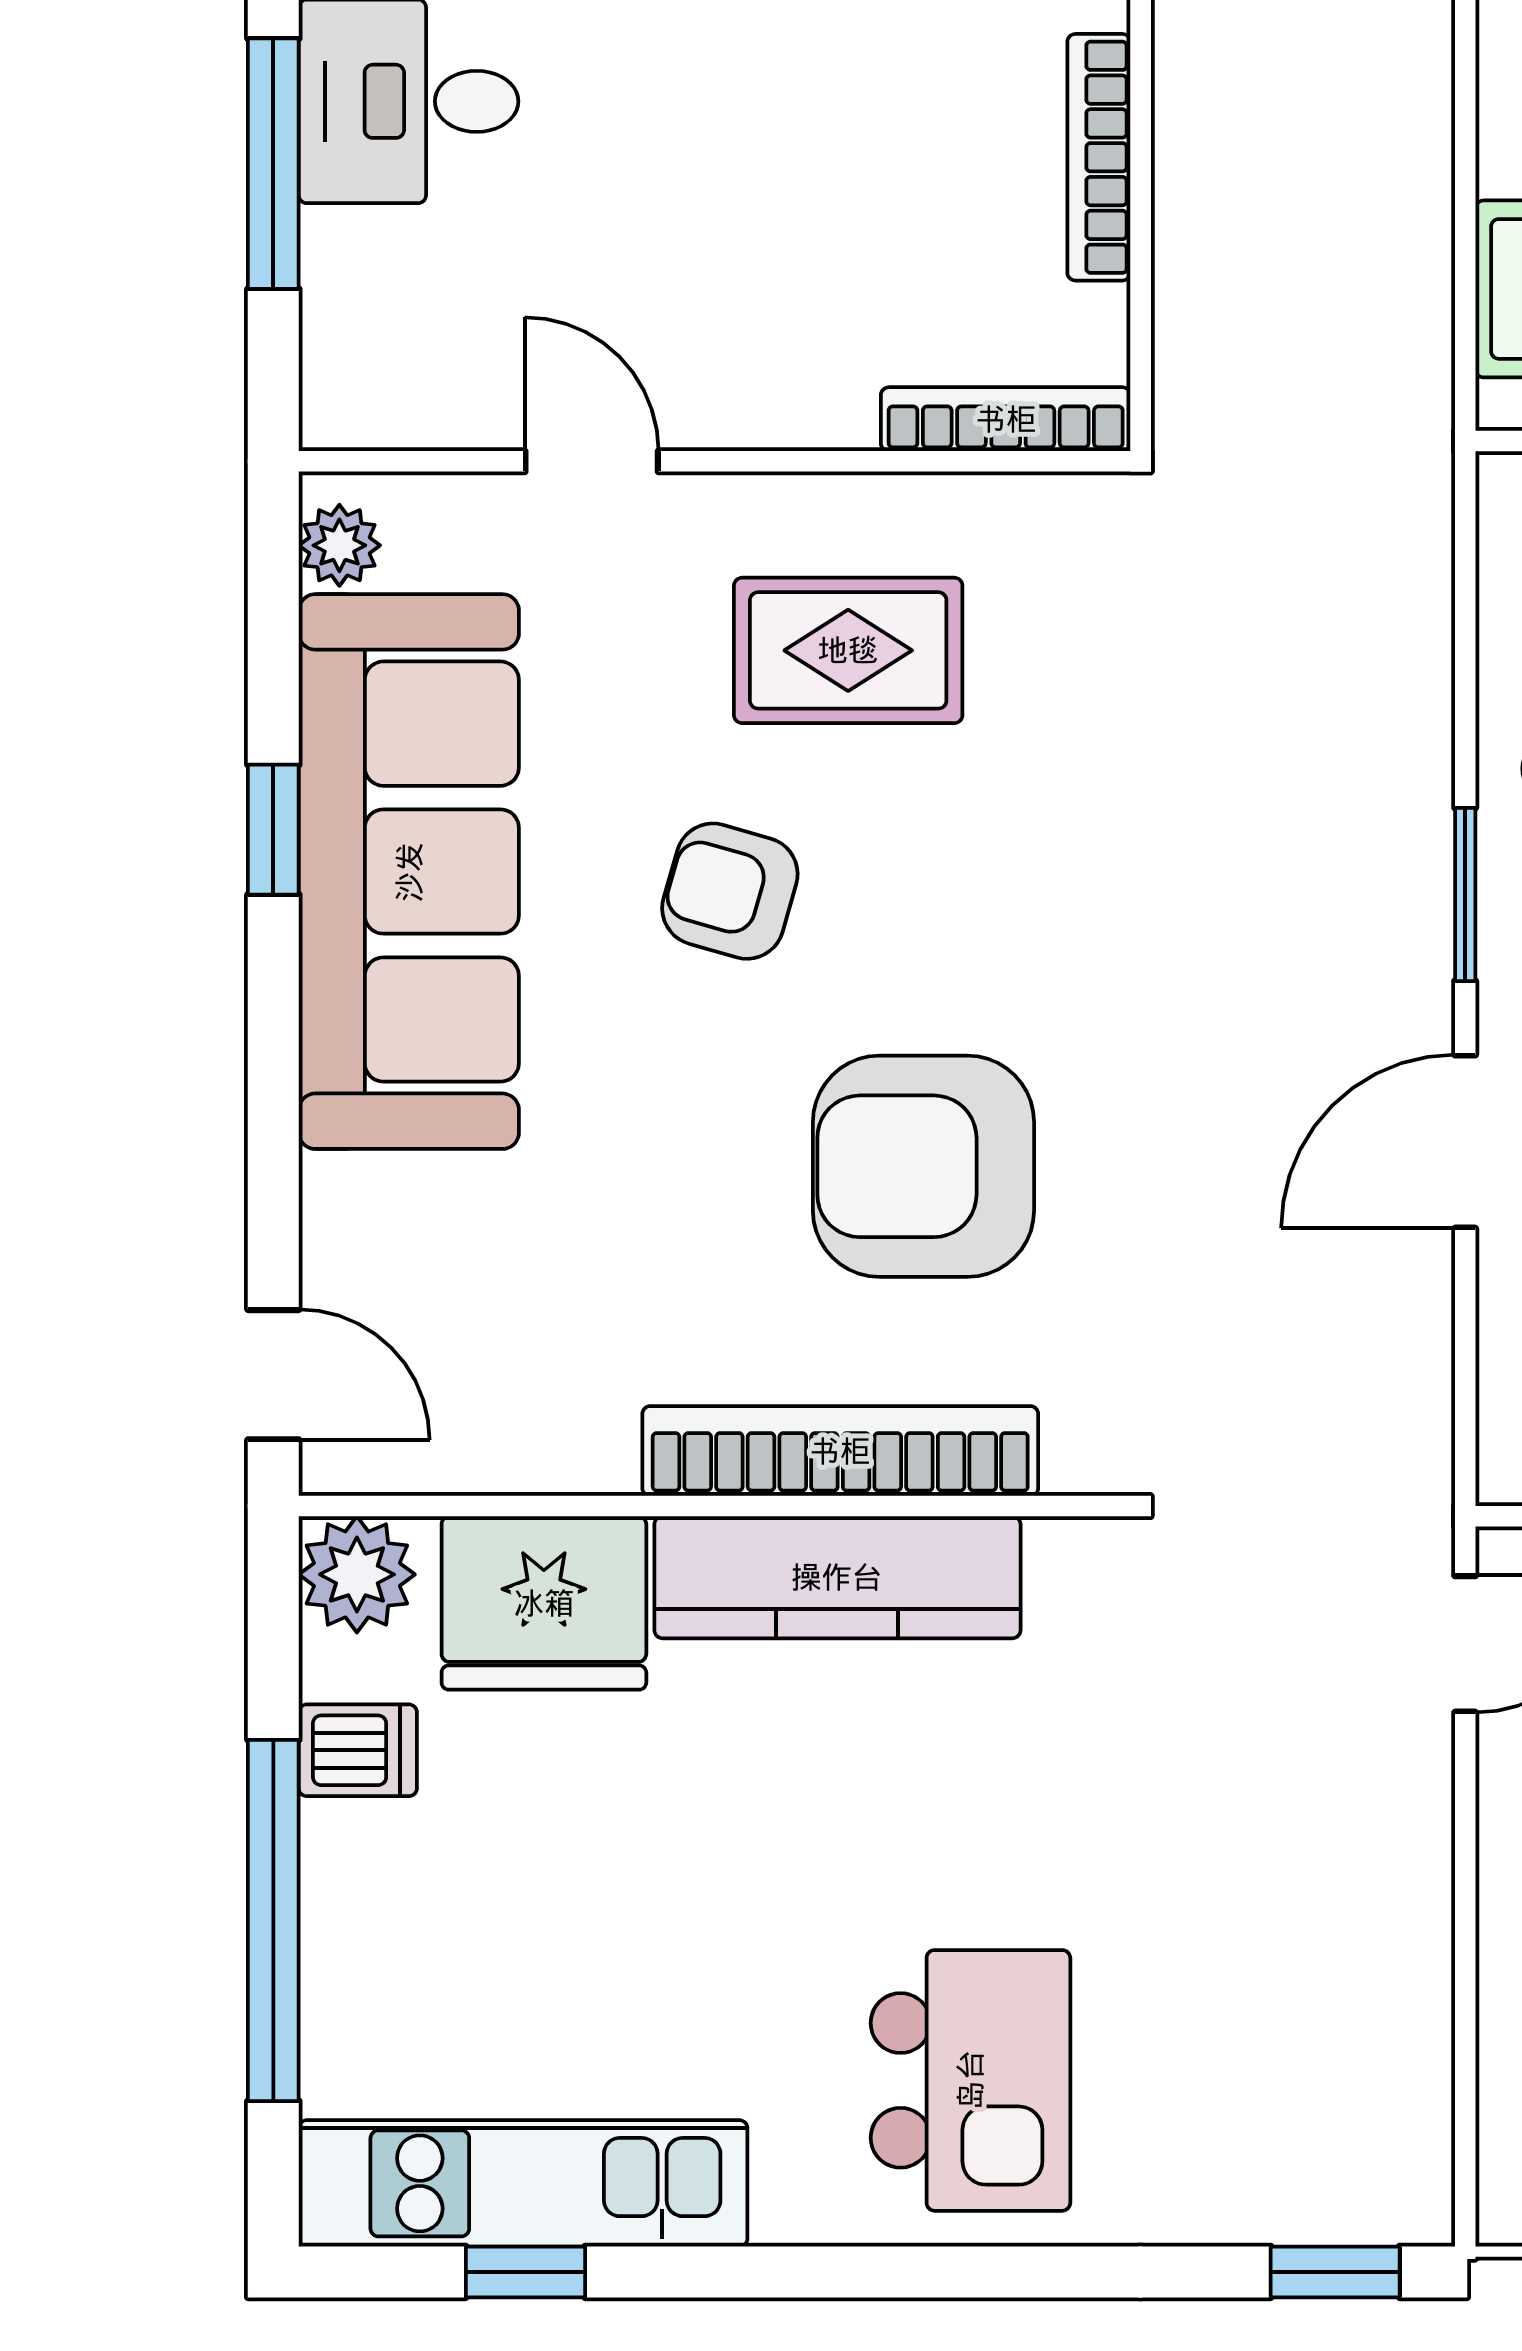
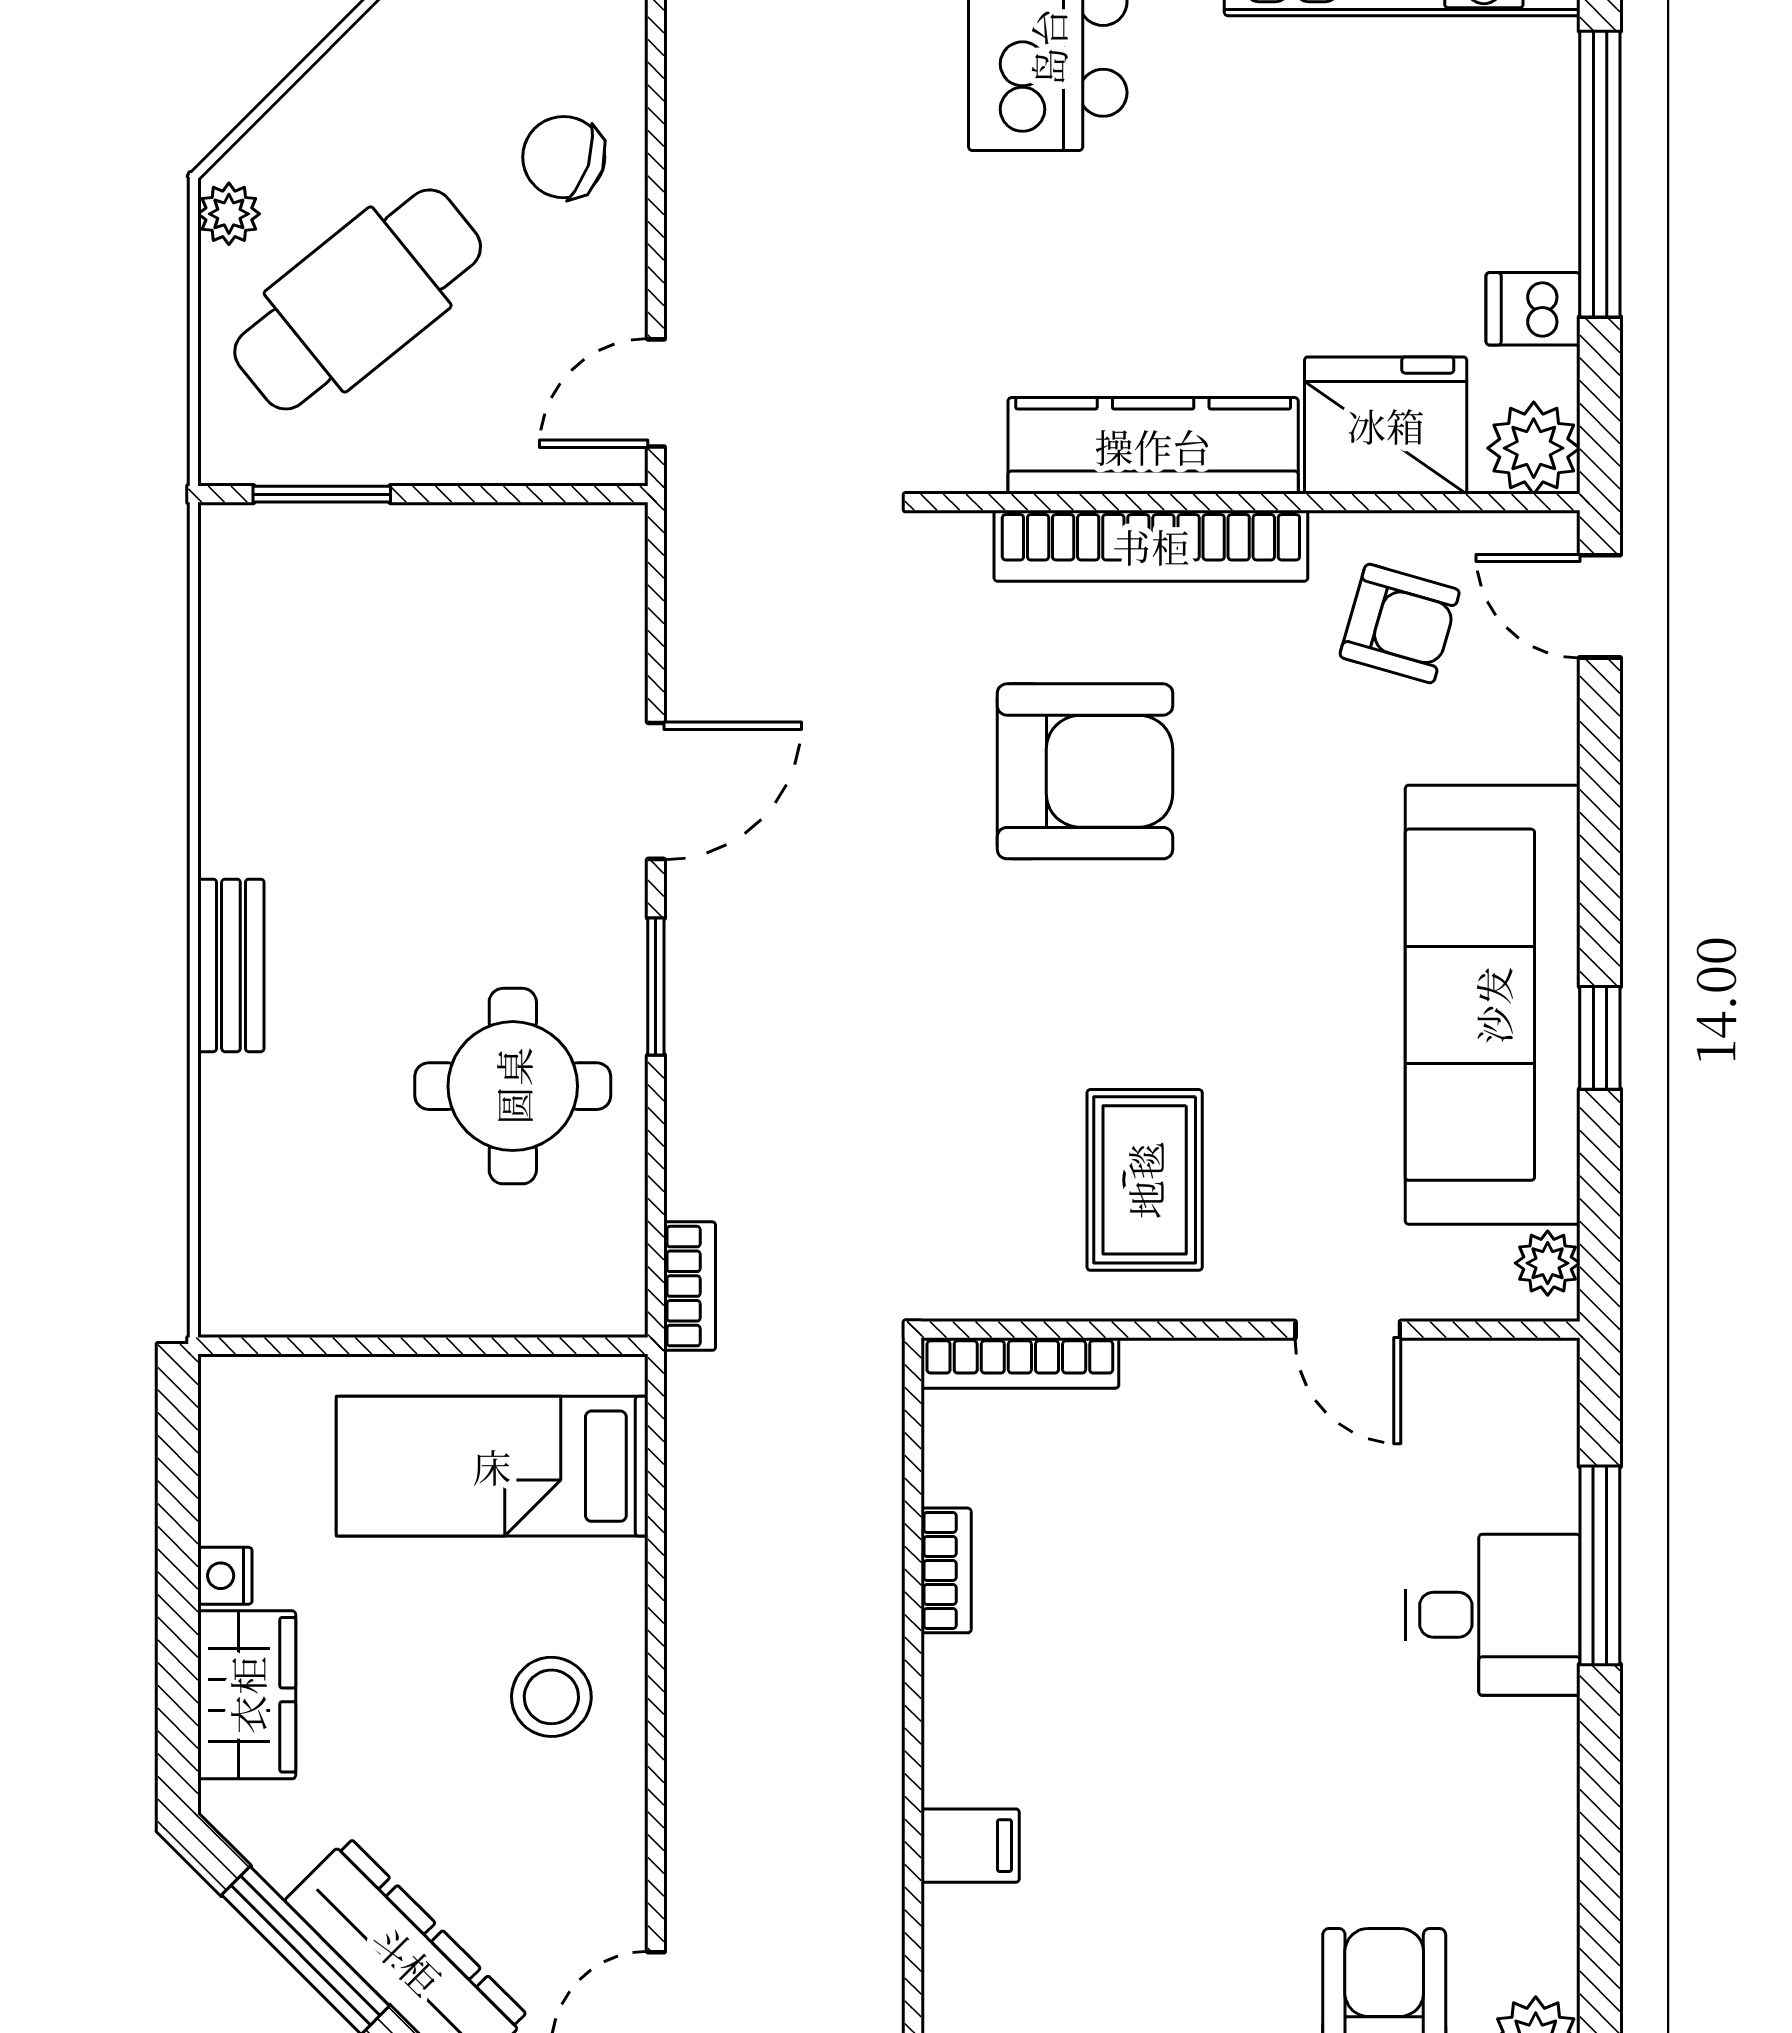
bookcase: (1099, 157) -> (946, 1570), width x0.64
bookcase: (1423, 516) -> (690, 1286), added
rug: (848, 650) -> (1145, 1180), turned 90
armchair: (730, 891) -> (1400, 624), moved

